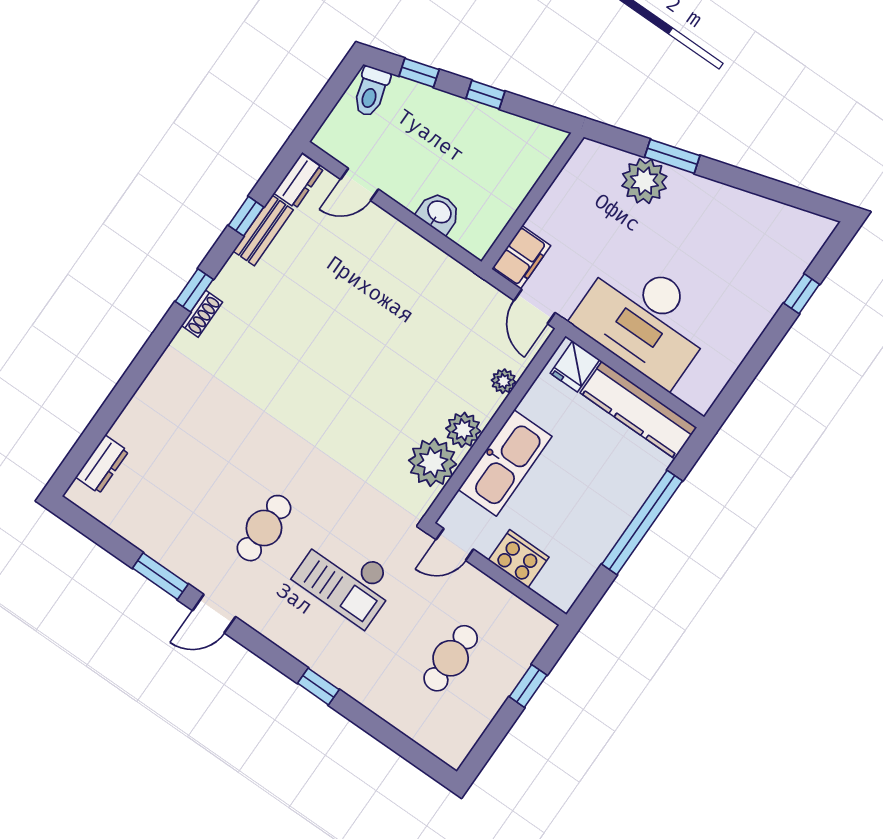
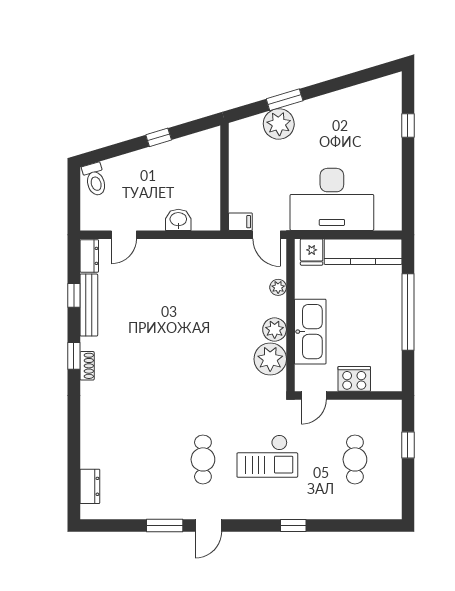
window: (419, 73) -> (114, 151), removed
bench: (263, 231) -> (89, 305), width x1.36
filing cabinet: (521, 257) -> (240, 222), width x0.50

